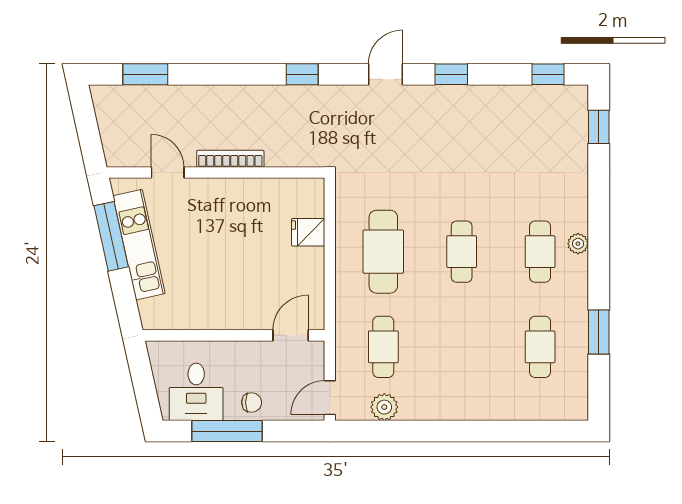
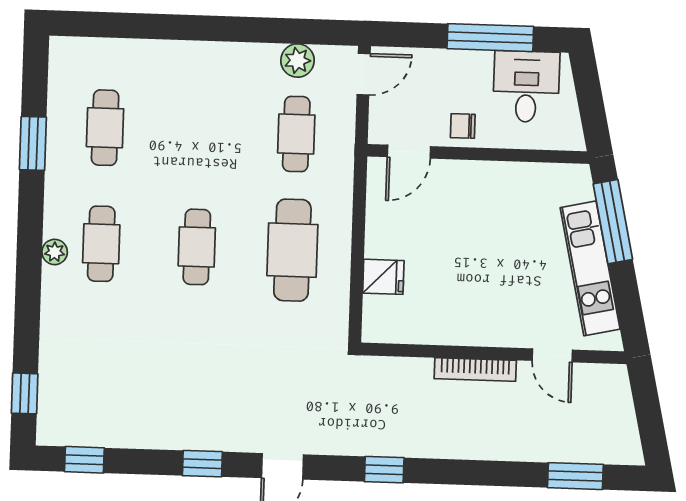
window: (111, 236) -> (613, 222), moved
chair: (252, 402) -> (463, 126), moved

